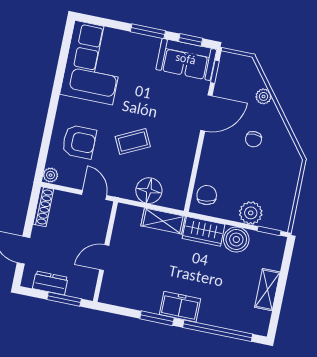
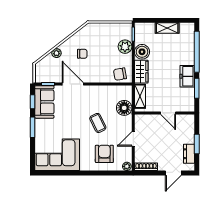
wall: (105, 252) -> (164, 113), moved
door: (104, 258) -> (168, 113), moved

